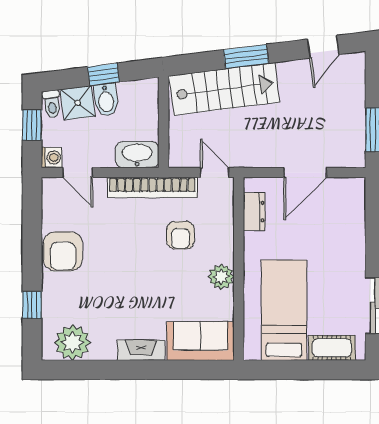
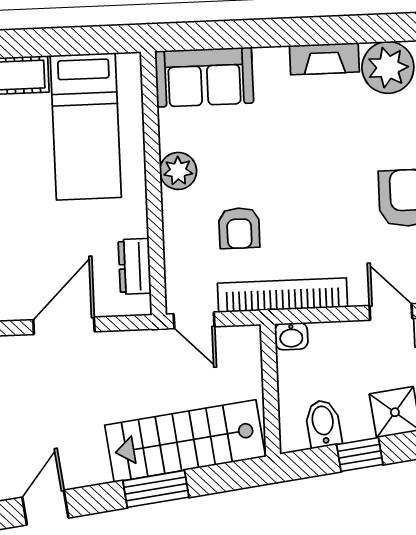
bidet: (106, 100) -> (323, 424), moved
washbasin: (137, 154) -> (291, 336), width x0.52, depth x0.69
armchair: (180, 235) -> (239, 228), turned 180
fireplace: (141, 350) -> (324, 59), moved

